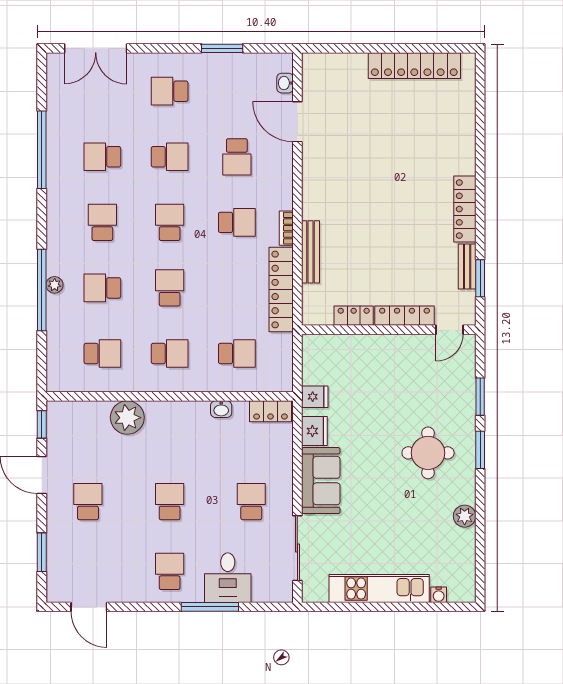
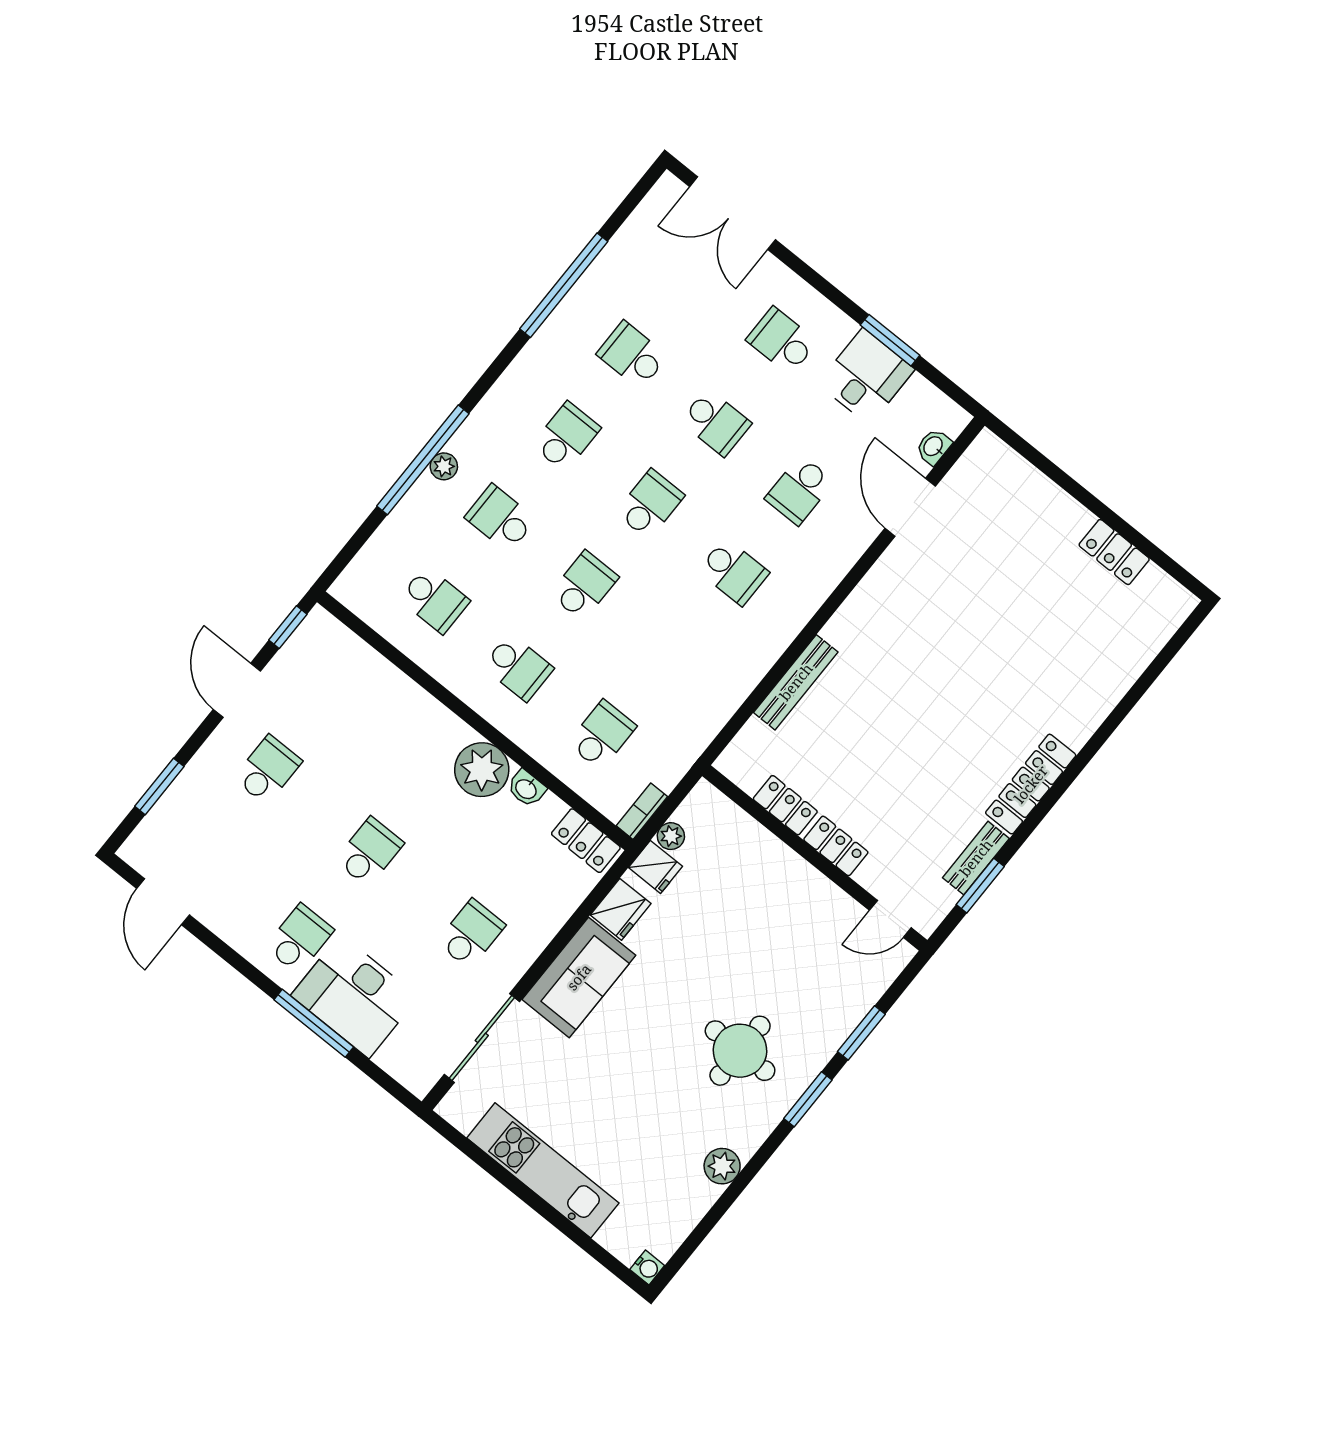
locker: (414, 66) -> (1114, 552), width x0.46, depth x0.83
desk: (225, 75) -> (866, 377), added
bookcase: (286, 228) -> (642, 811), moved
locker: (281, 289) -> (721, 700), removed
locker: (404, 316) -> (836, 846), width x0.66
school desk: (237, 354) -> (602, 735), turned -90
plant: (310, 376) -> (671, 836), added
plant: (127, 418) -> (482, 770), moved
desk: (228, 578) -> (355, 996), width x1.37
water cooler: (439, 595) -> (647, 1267), moved, turned -90

